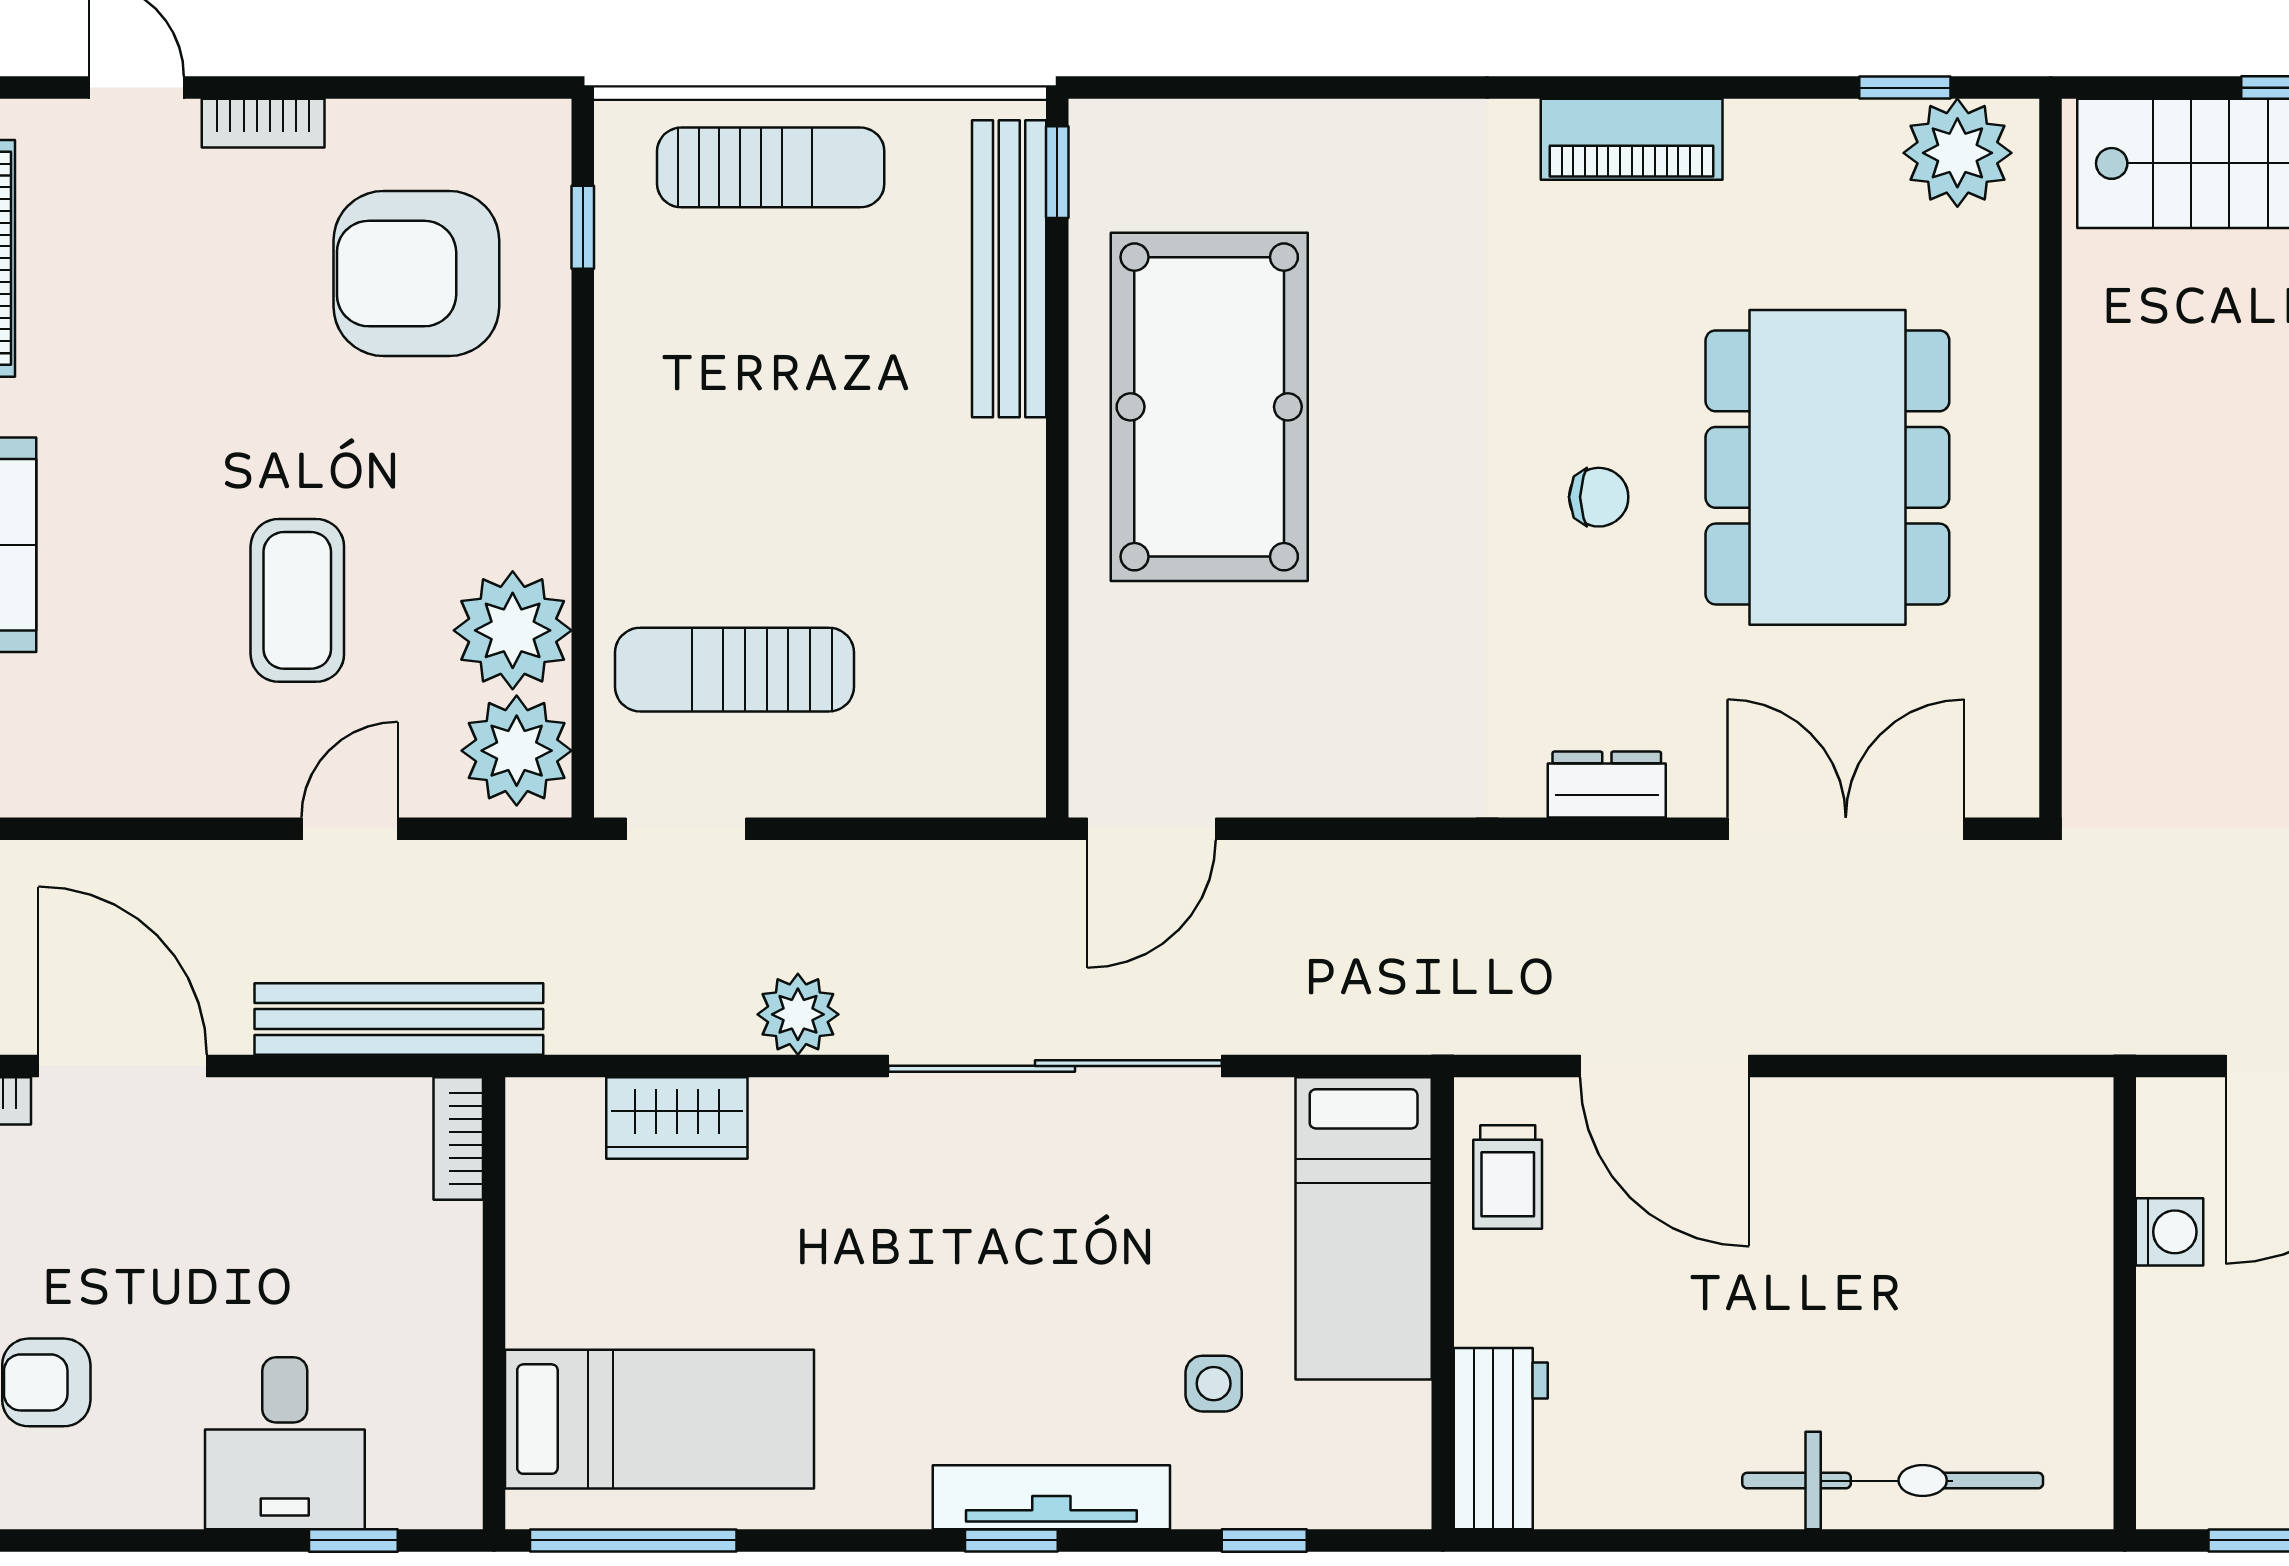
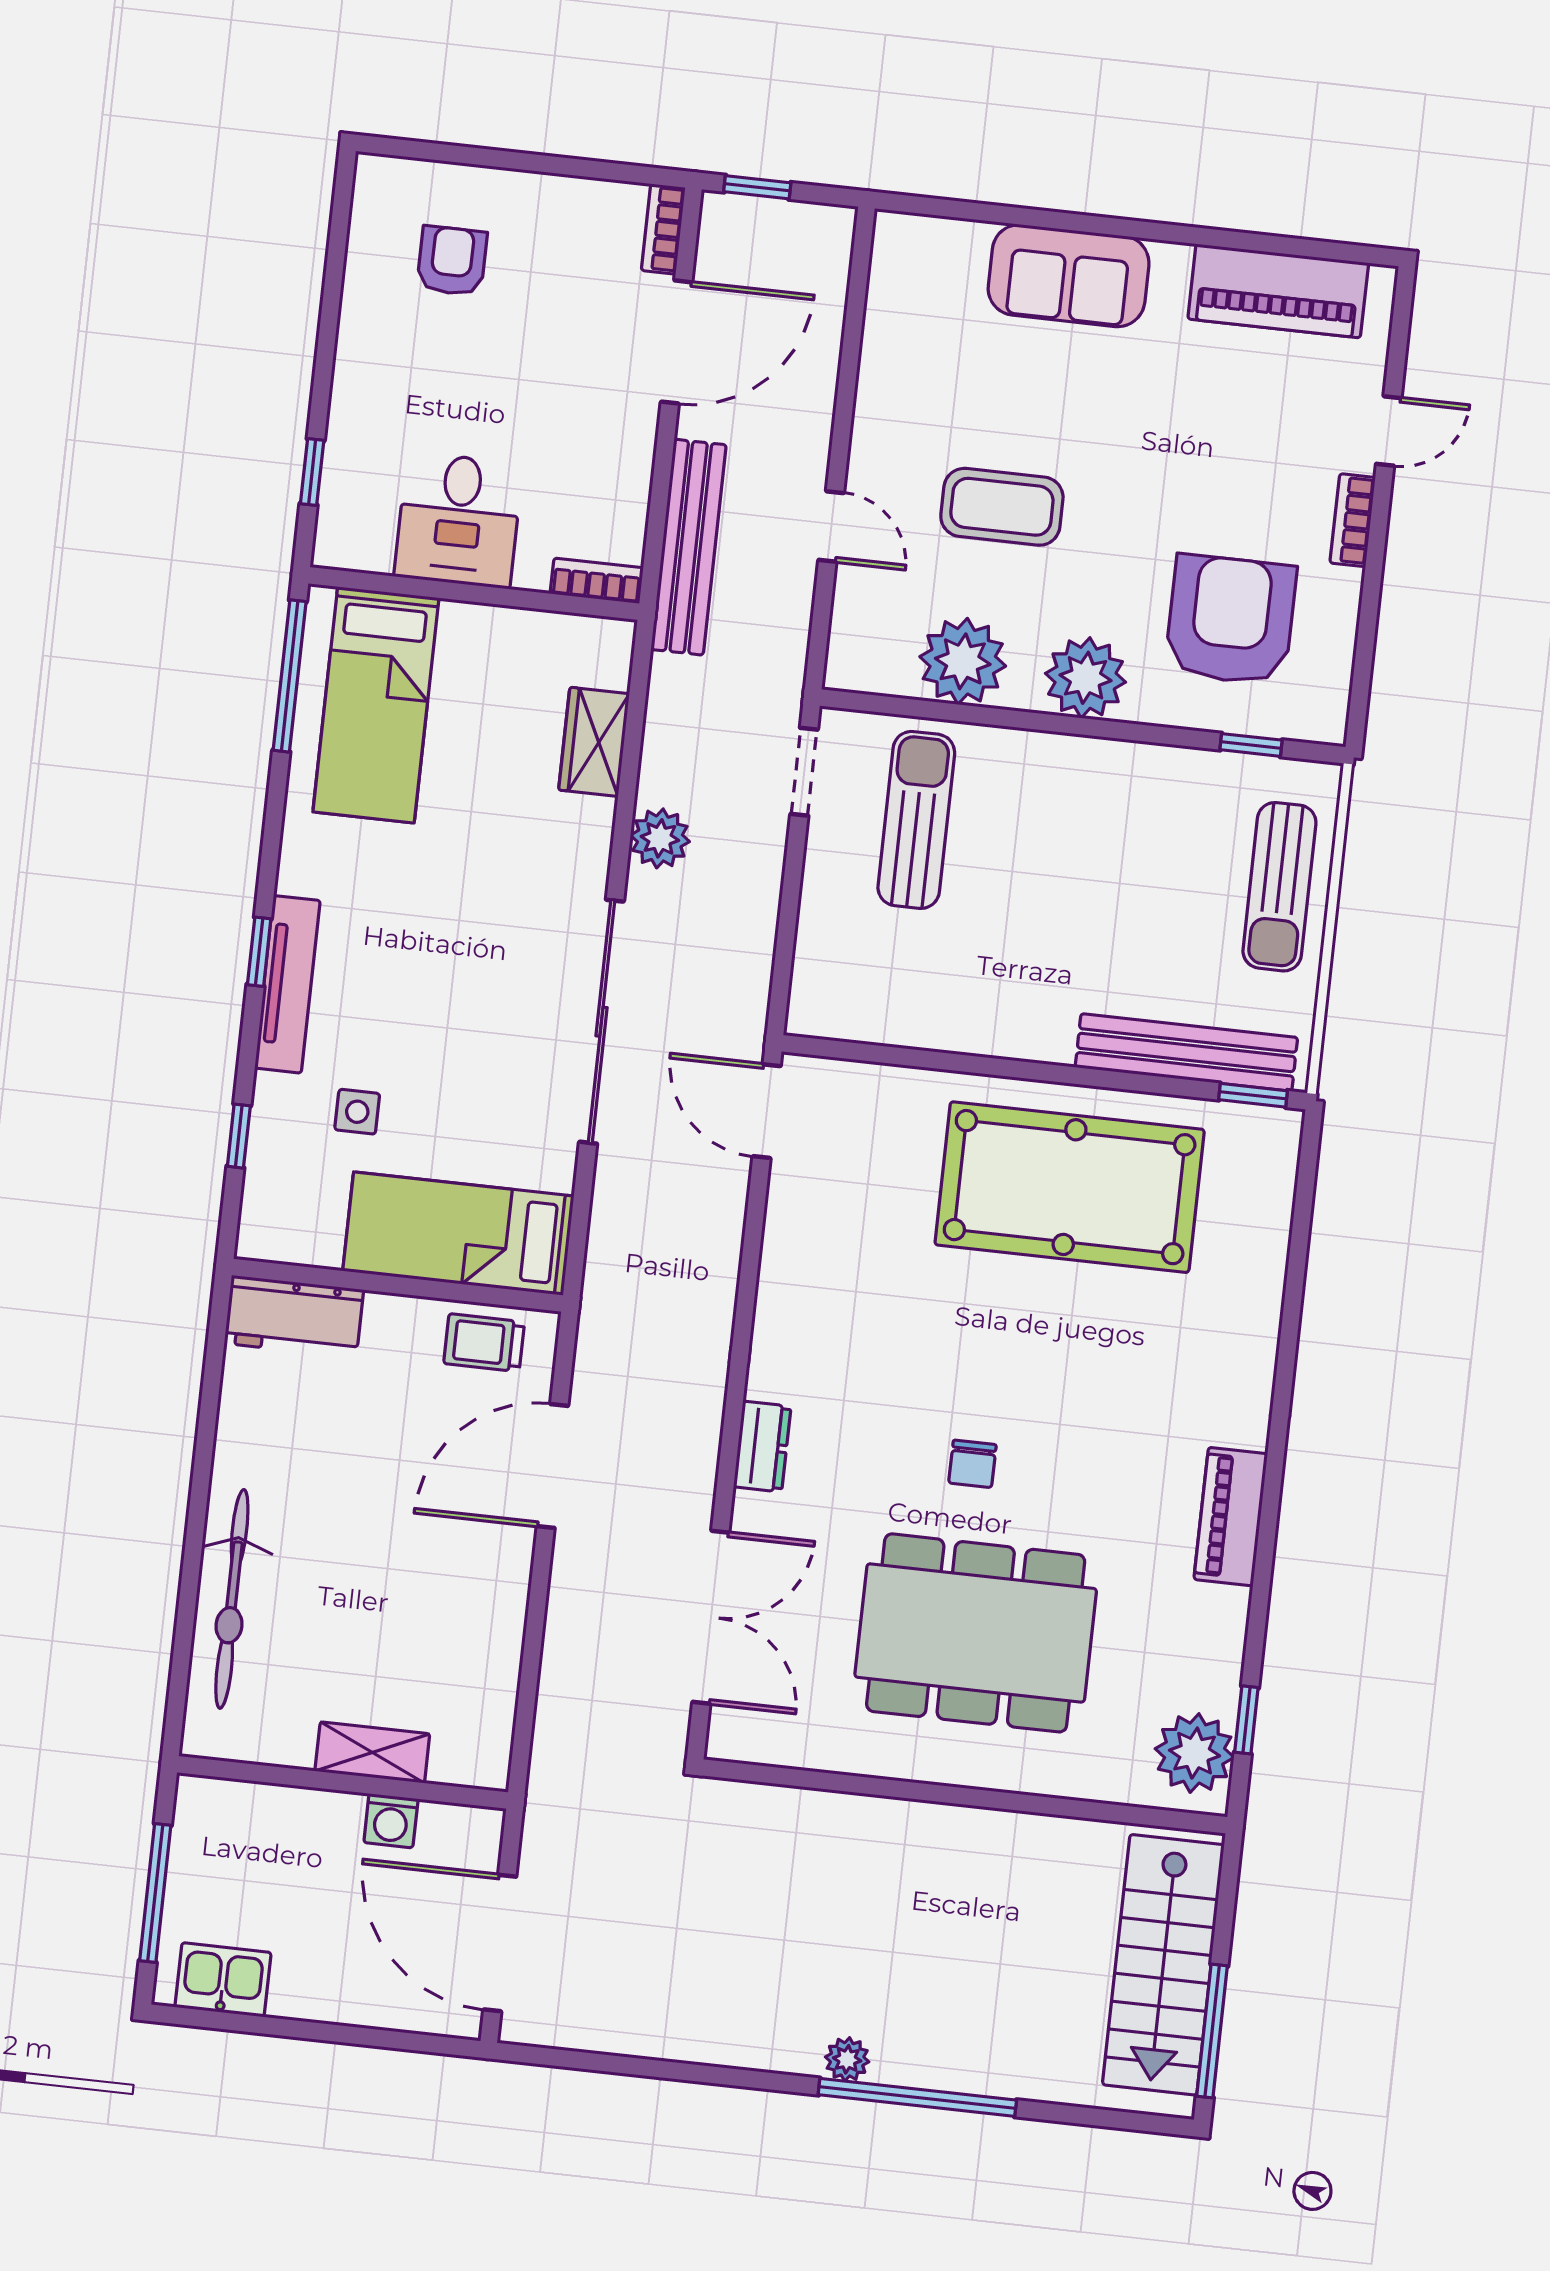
plant: (517, 751) -> (1086, 678), moved
shelving: (2080, 1267) -> (372, 1752), added
desk: (285, 1443) -> (458, 520), moved, turned -90

